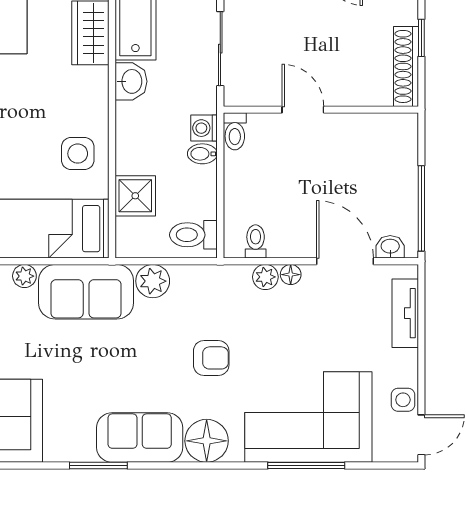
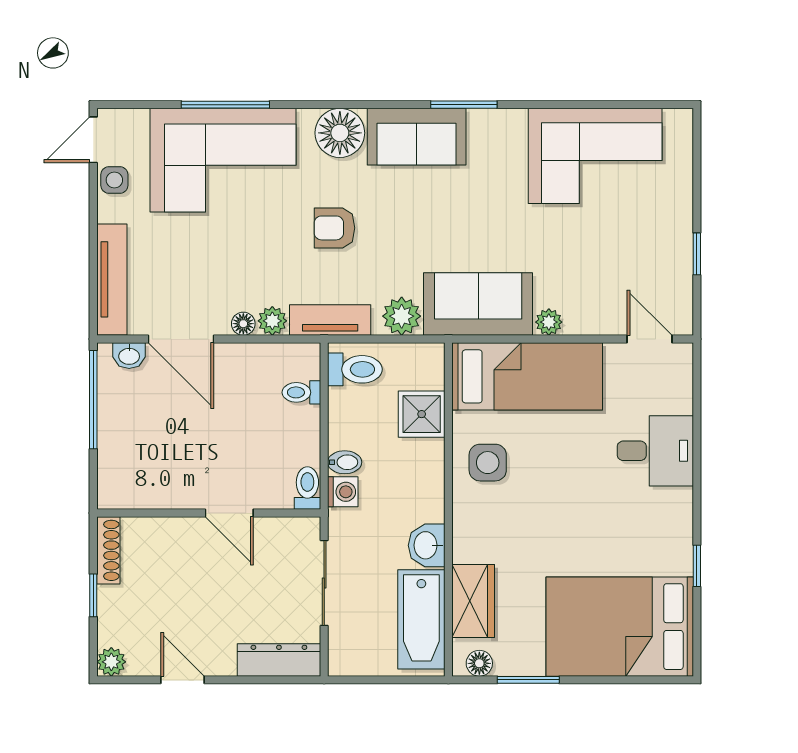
shoe rack: (406, 66) -> (108, 550), width x0.74, depth x0.81
toilet: (256, 241) -> (301, 392), moved, turned 90
tv unit: (215, 278) -> (330, 320), added
tv unit: (405, 313) -> (112, 279), width x1.41

